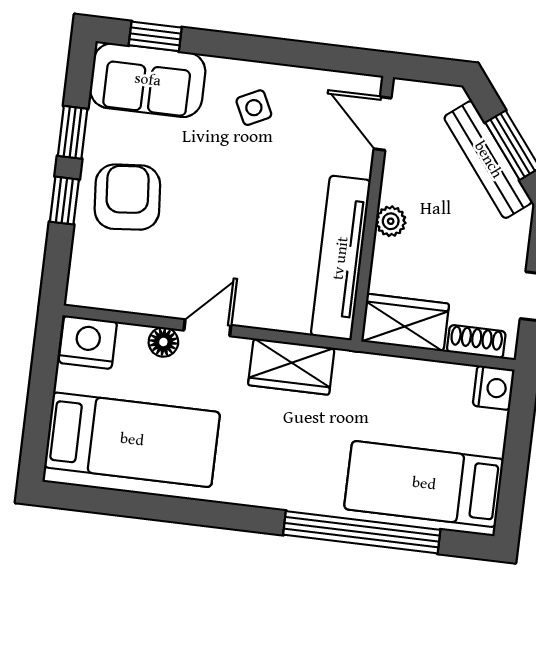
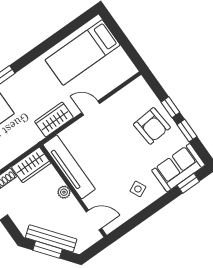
door: (207, 328) -> (91, 108), swing flipped
nightstand: (88, 342) -> (124, 70), removed
floor lamp: (163, 342) -> (100, 91), removed

